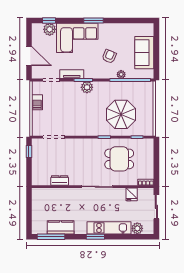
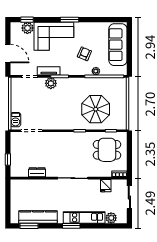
sofa: (144, 53) -> (118, 45), width x1.36
plant: (87, 87) -> (51, 83), moved
barbecue: (37, 102) -> (16, 120), moved
window: (29, 151) -> (8, 160), moved
dining table: (119, 159) -> (107, 150), moved
kitchen counter: (61, 227) -> (38, 217), width x1.50
window: (51, 237) -> (29, 226), width x0.69

